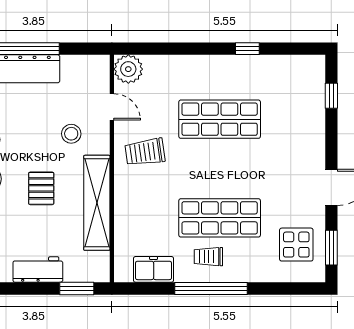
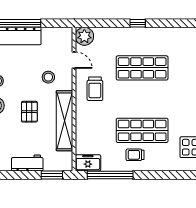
window: (247, 49) -> (138, 23), moved
trolley: (145, 152) -> (95, 89), turned -82
freezer: (154, 269) -> (88, 163), moved
window: (211, 288) -> (110, 175), moved

